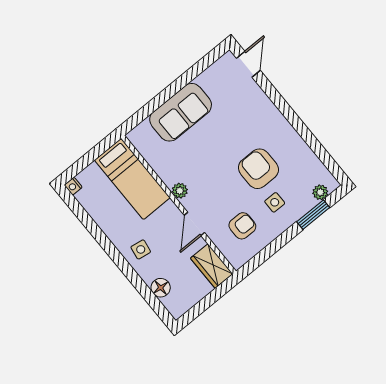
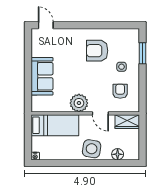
armchair: (258, 169) -> (97, 51), moved
plant: (180, 191) -> (79, 103), width x1.88, depth x1.88
plant: (320, 192) -> (135, 41), removed
side table: (141, 249) -> (92, 149), width x1.87, depth x1.87

